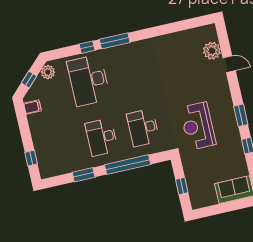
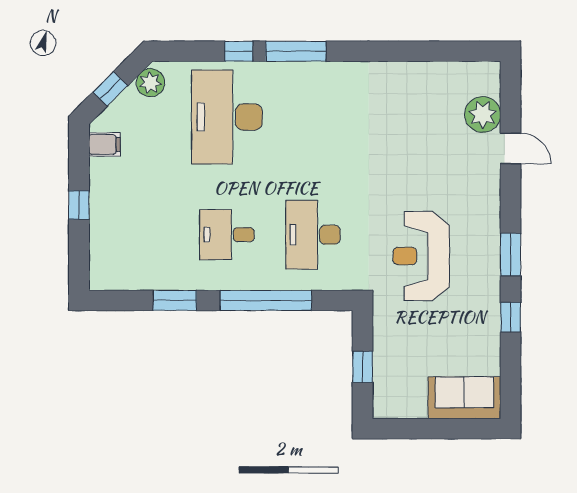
desk: (102, 137) -> (227, 235), width x0.73
window: (31, 158) -> (79, 205), moved

